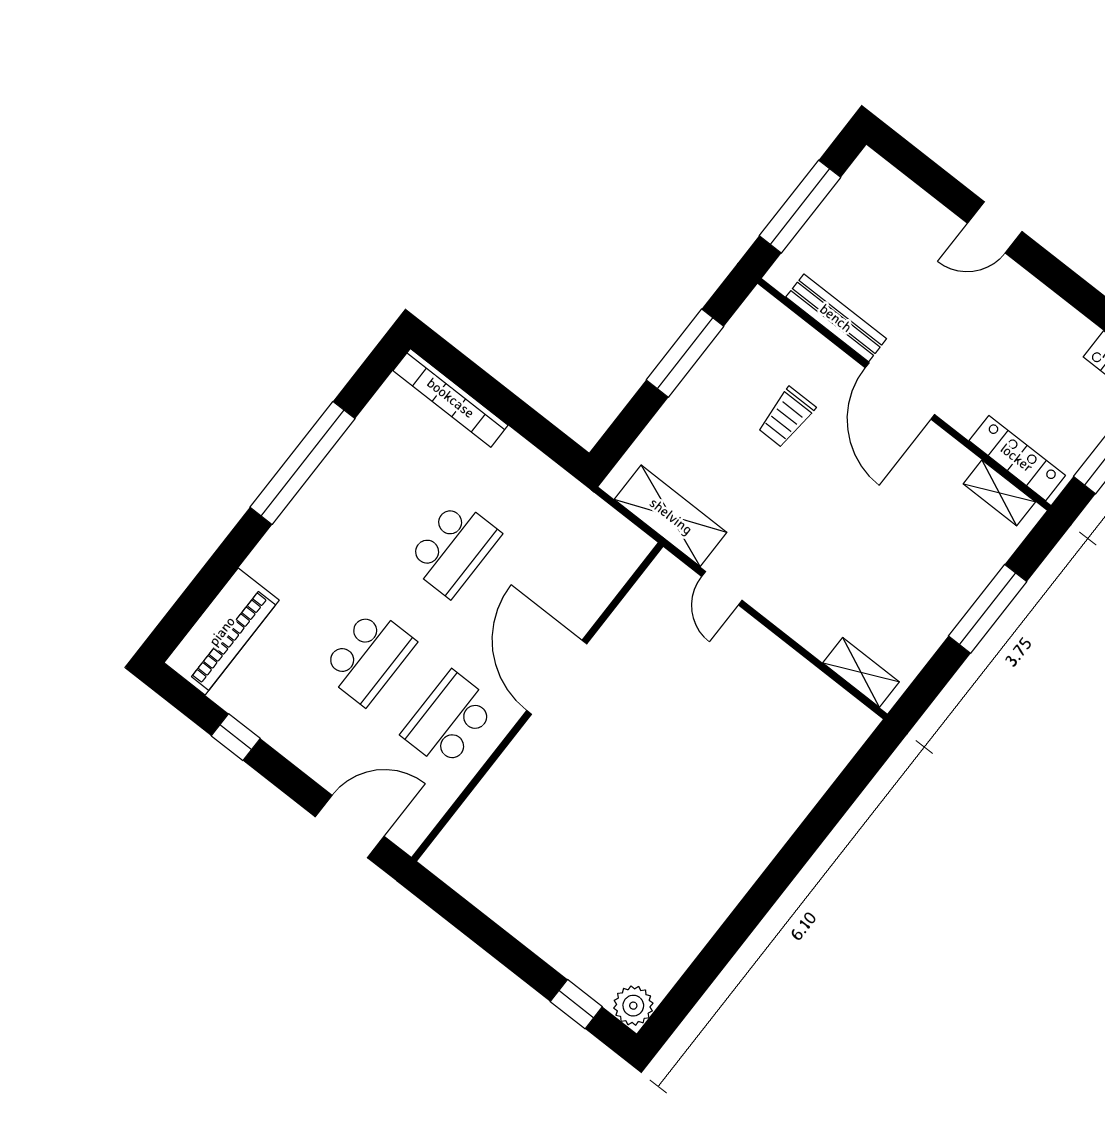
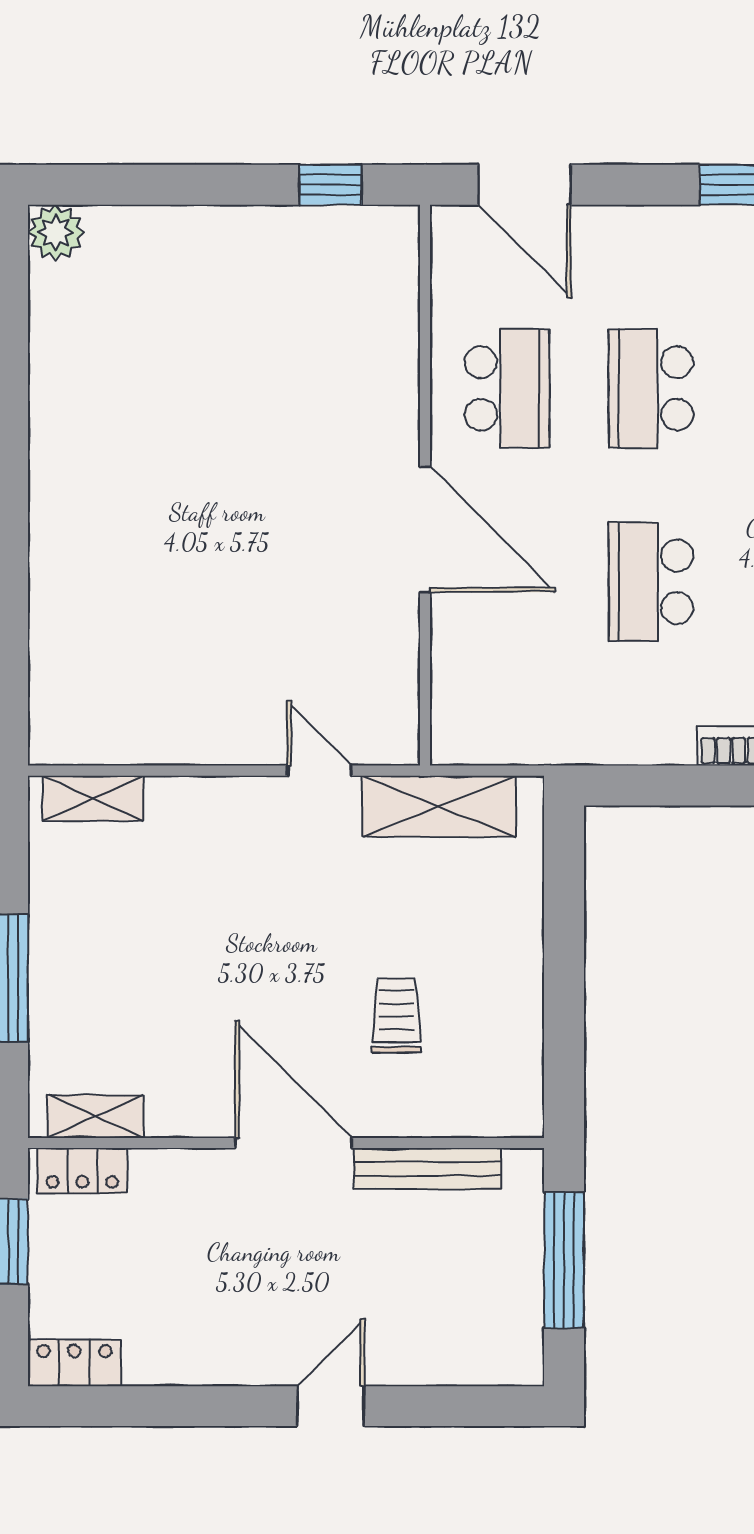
window: (685, 353) -> (564, 999), removed
locker: (1017, 458) -> (82, 1171), width x0.66
door: (350, 826) -> (525, 185), hinge flipped
window: (576, 1004) -> (330, 185), moved

